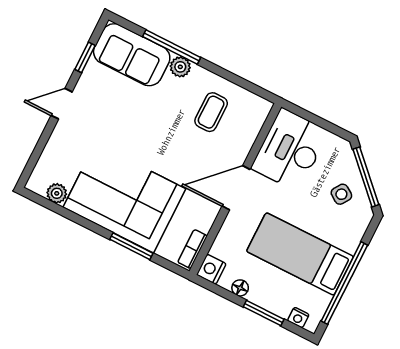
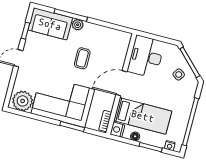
coffee table: (211, 112) -> (82, 58), moved
plant: (57, 193) -> (23, 101), width x1.87, depth x1.87
bed: (300, 254) -> (143, 116), moved, turned 180

